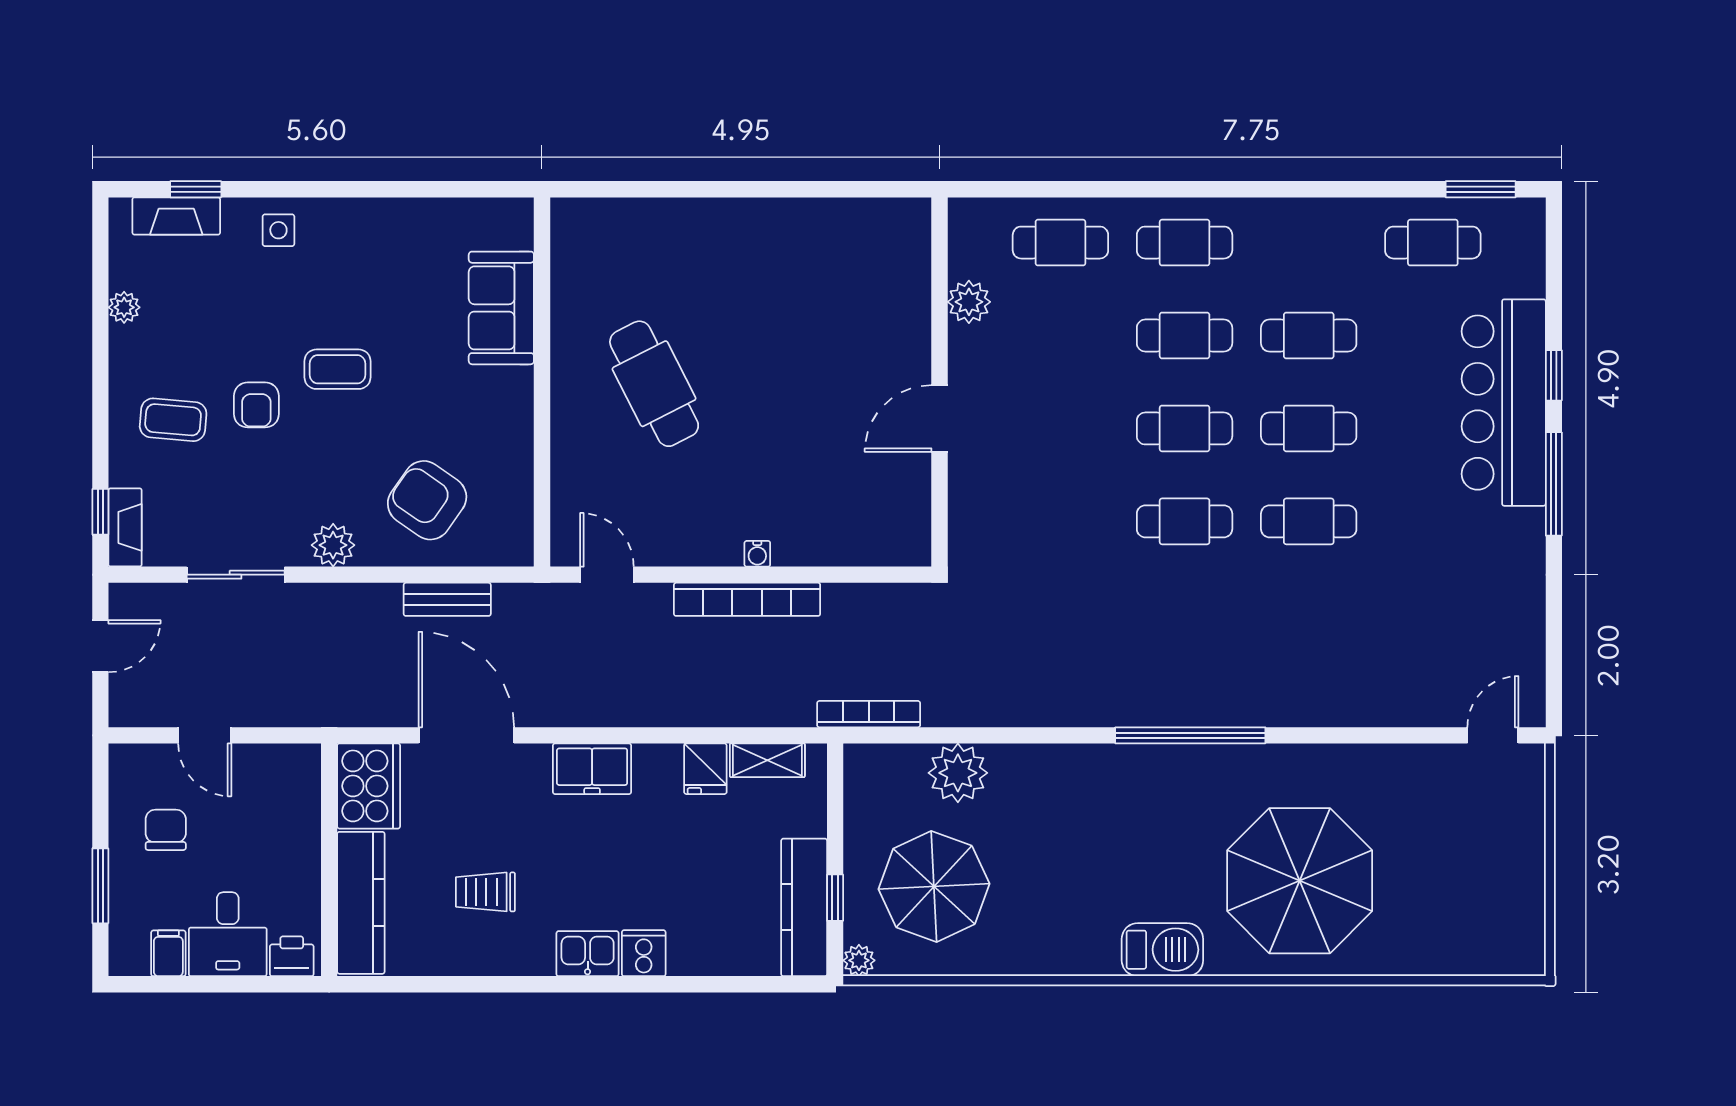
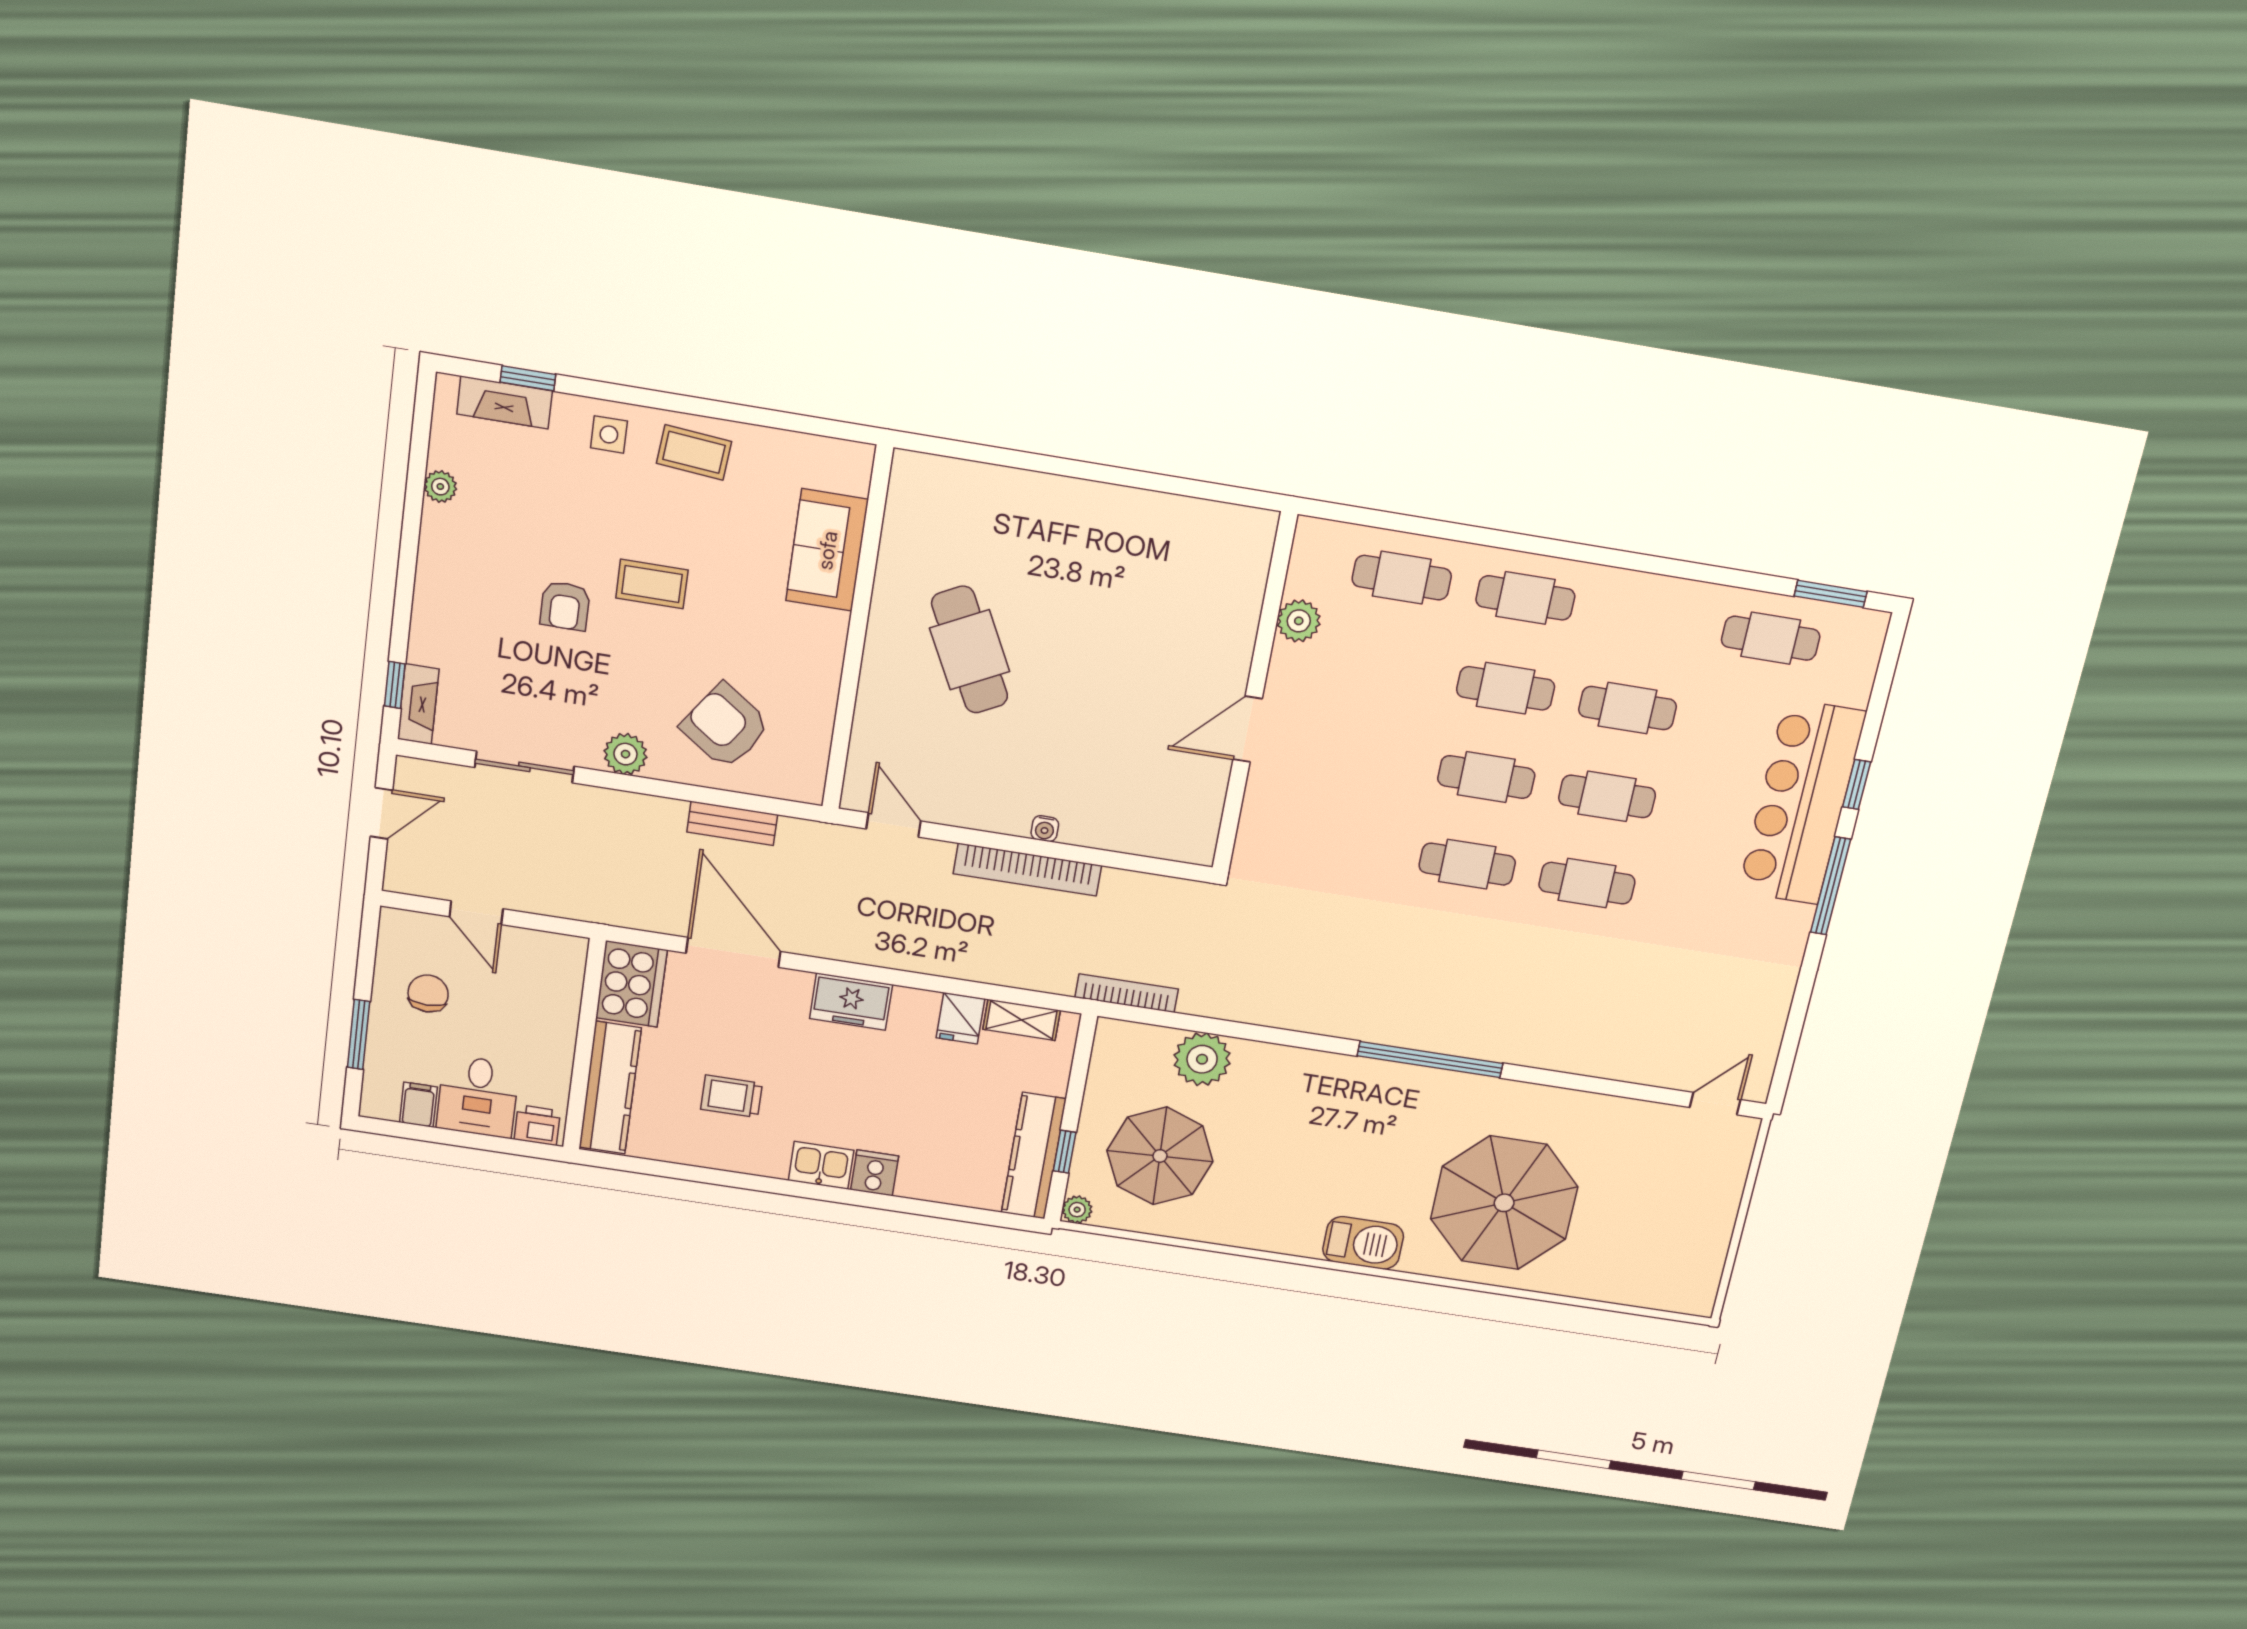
coffee table: (173, 420) -> (694, 452), moved

